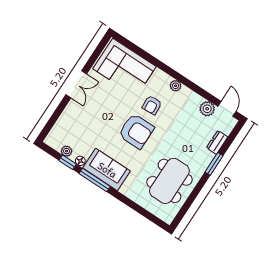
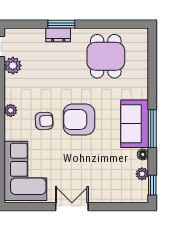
armchair: (136, 131) -> (79, 119), turned -90
dresser: (217, 142) -> (58, 35), moved
window: (68, 162) -> (152, 185), moved
dining table: (169, 181) -> (106, 56), width x0.73

